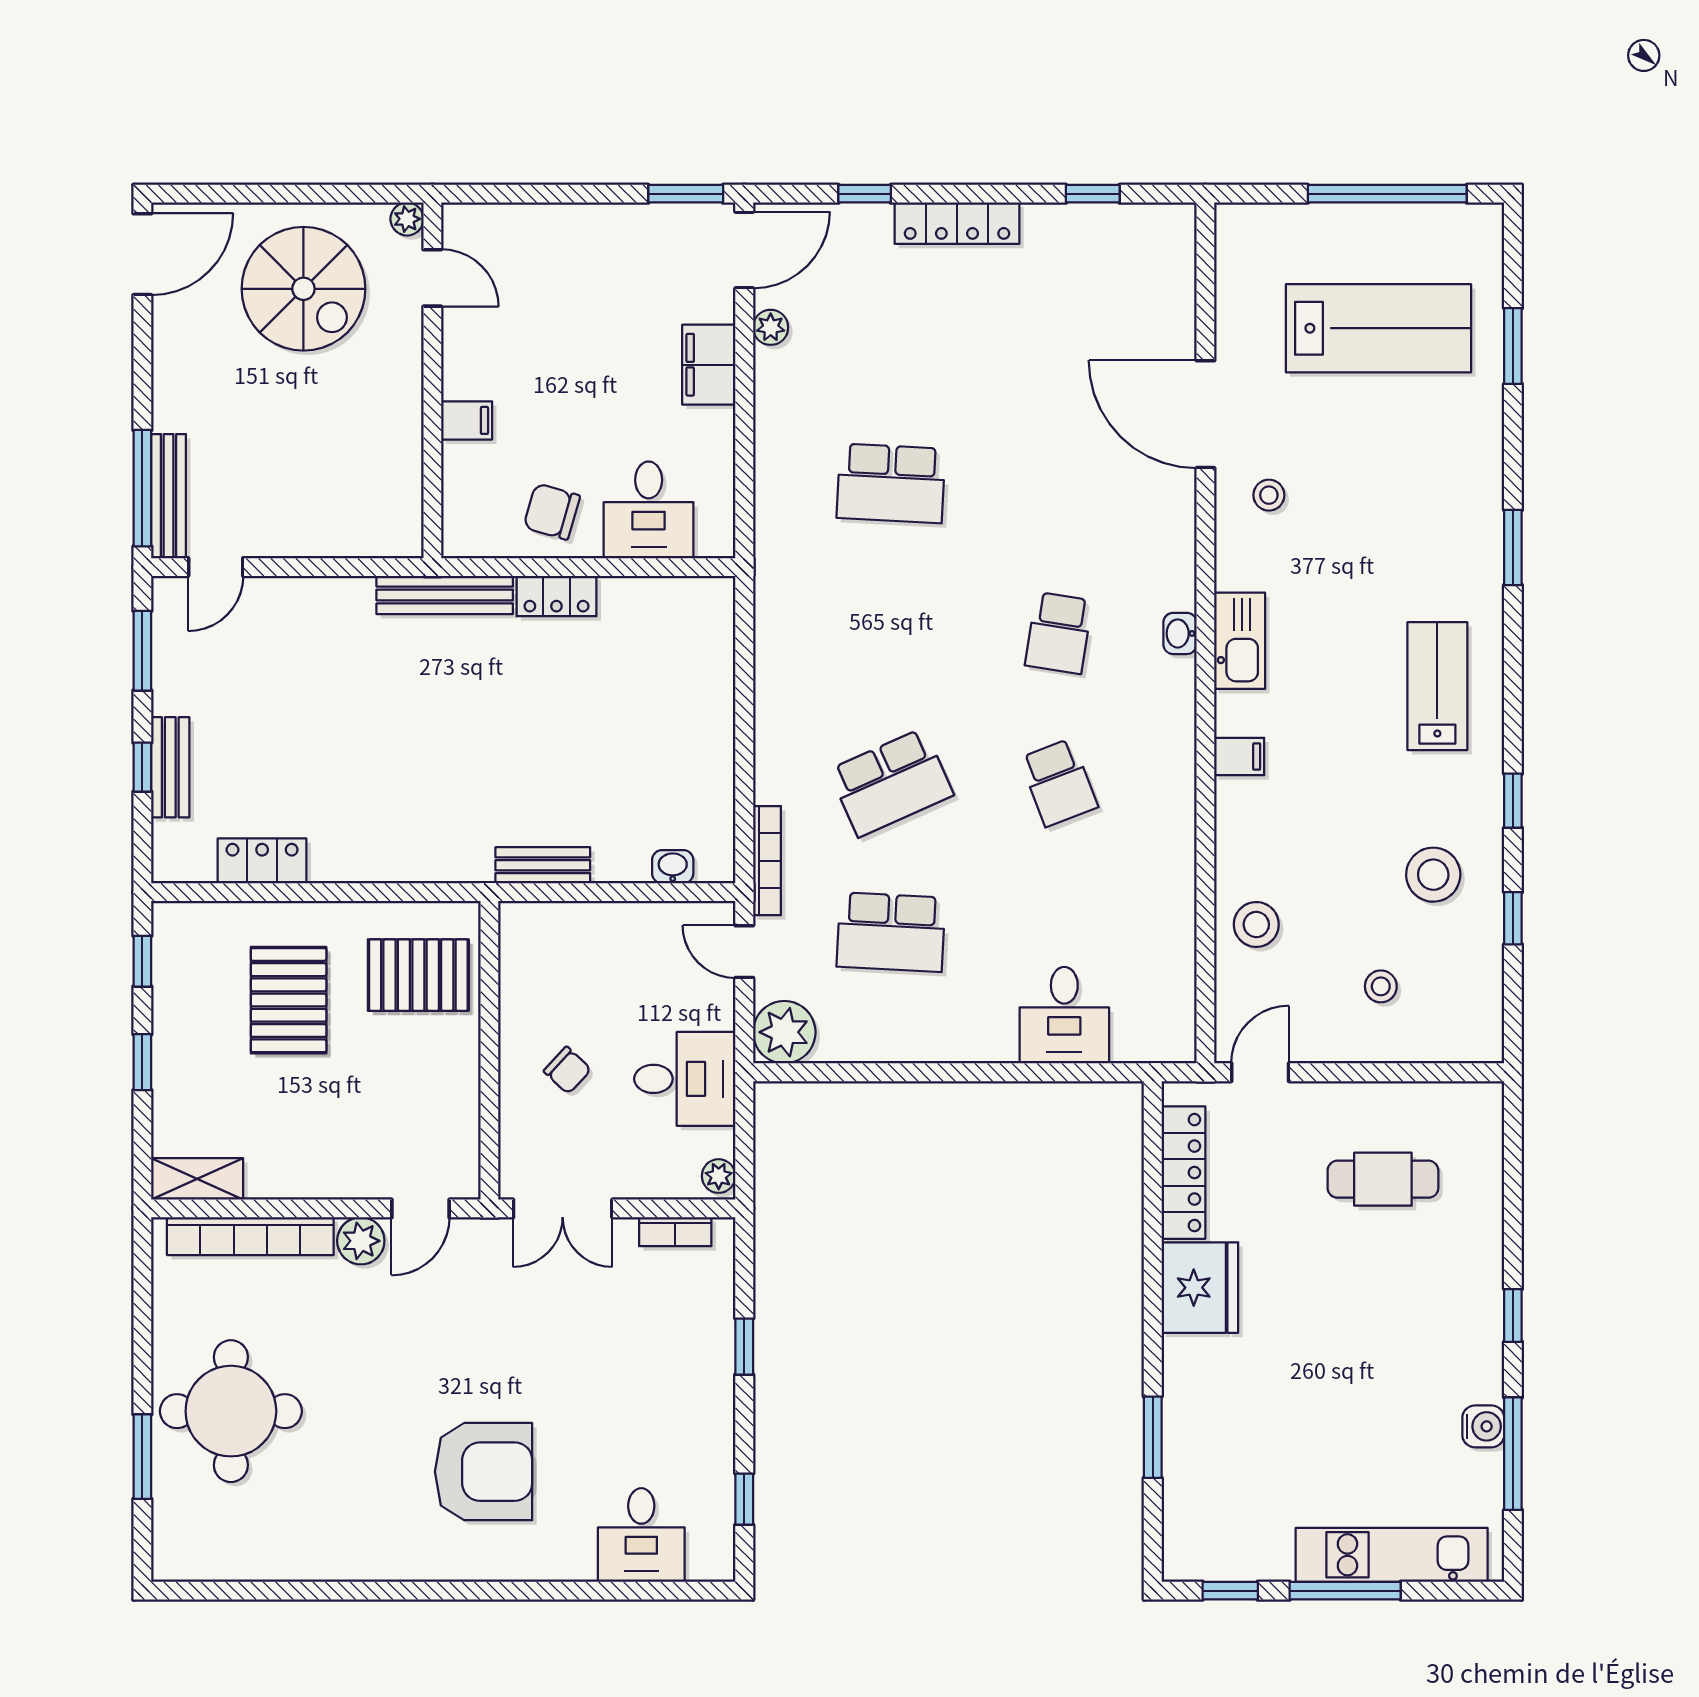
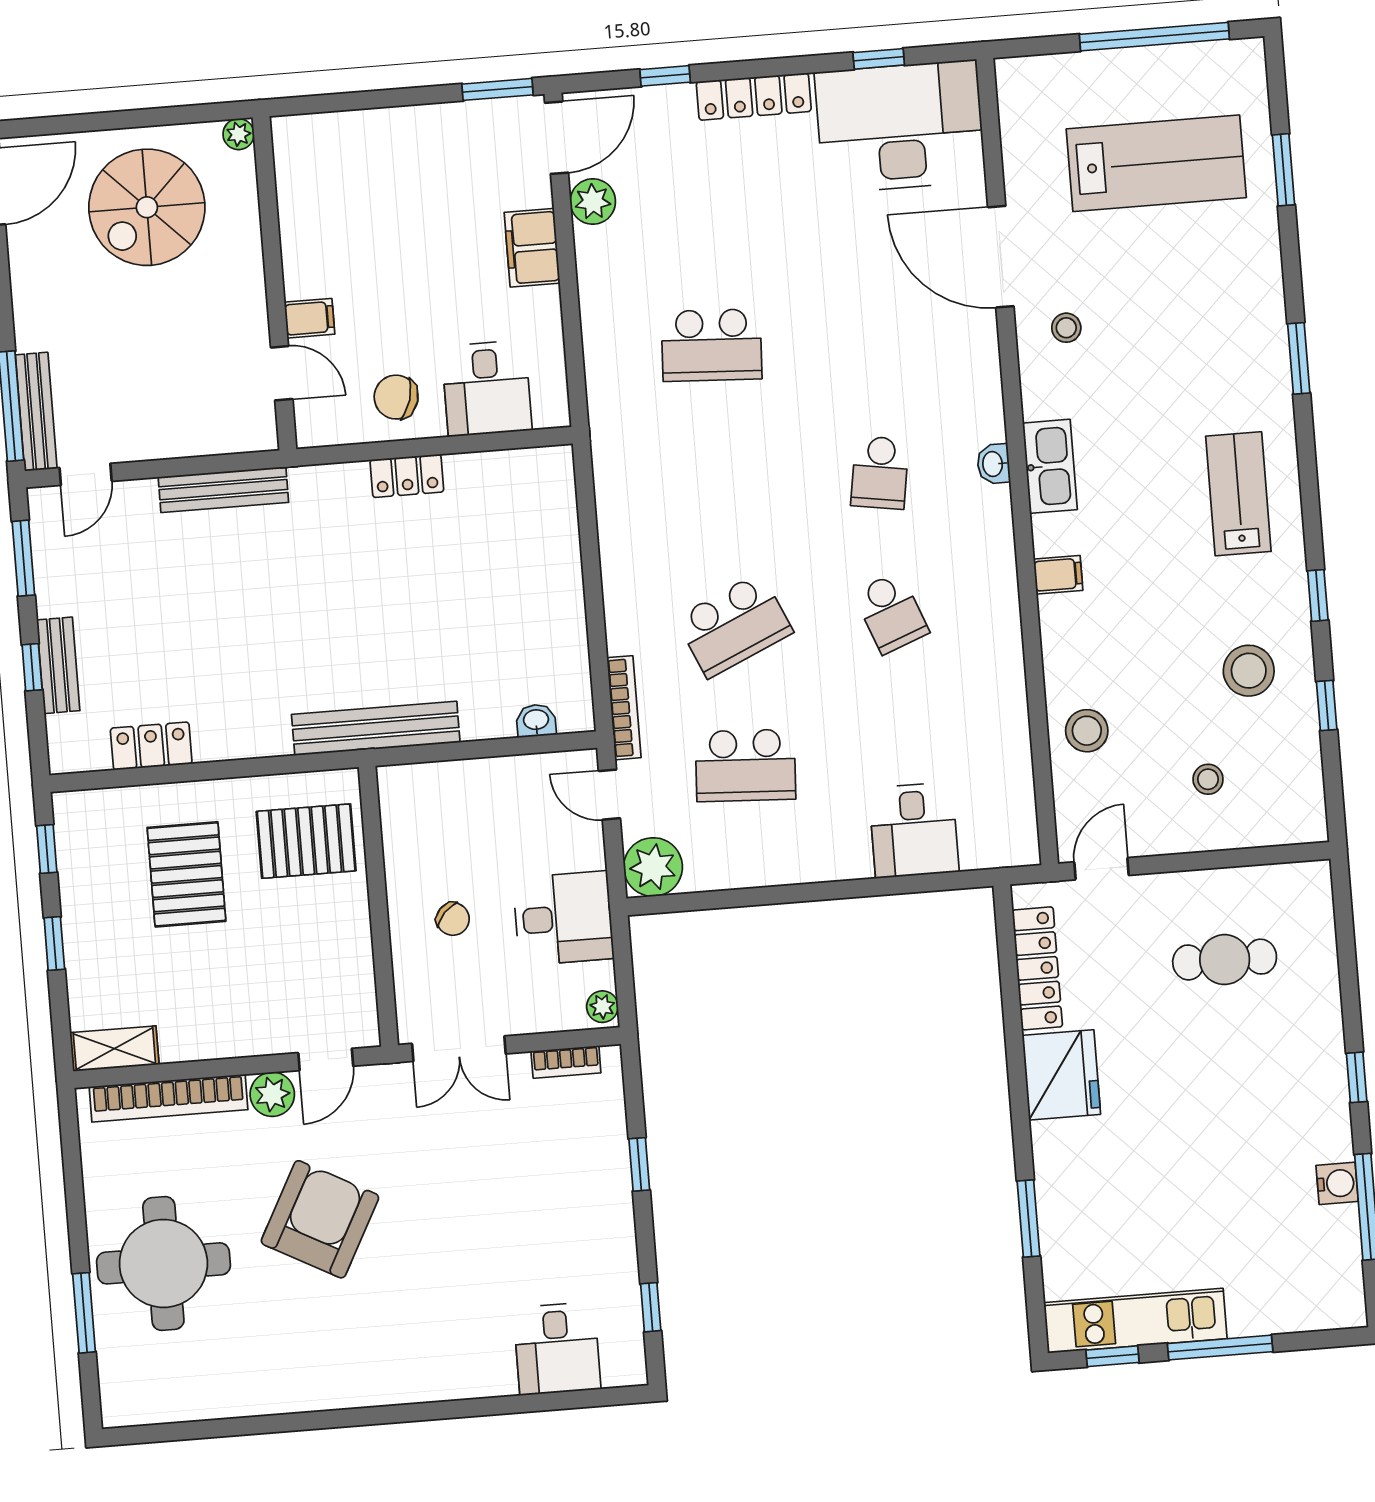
desk: (1110, 268) -> (900, 127), added
door: (432, 278) -> (282, 373), moved
spiral stairs: (303, 289) -> (147, 207), turned 90
plant: (771, 327) -> (593, 202), width x1.38, depth x1.38
bench: (445, 595) -> (223, 490), moved
bench: (543, 865) -> (376, 728), width x1.86, depth x1.21
armchair: (484, 1472) -> (320, 1219), moved, turned -62
kitchen unit: (1392, 1555) -> (1135, 1321), moved

